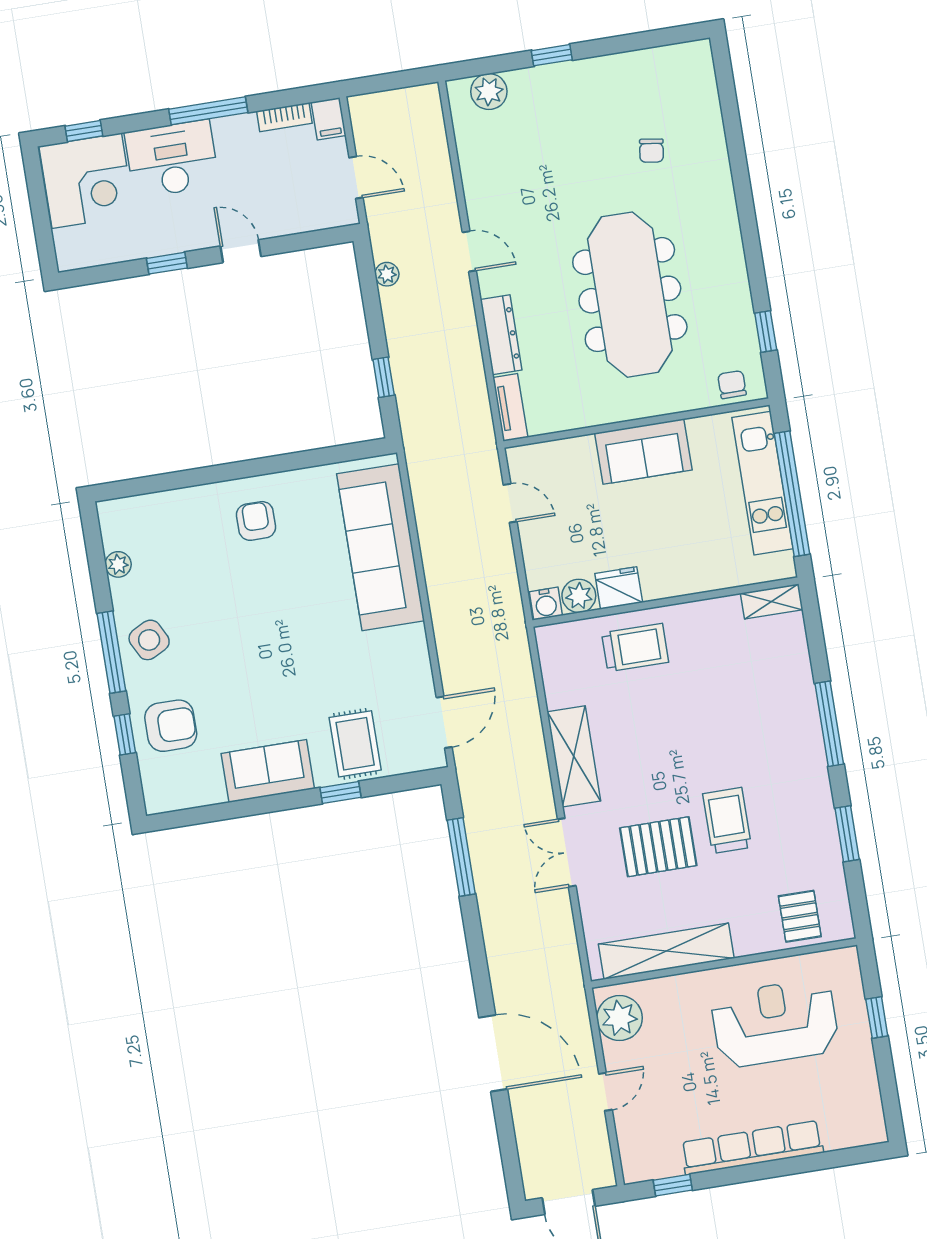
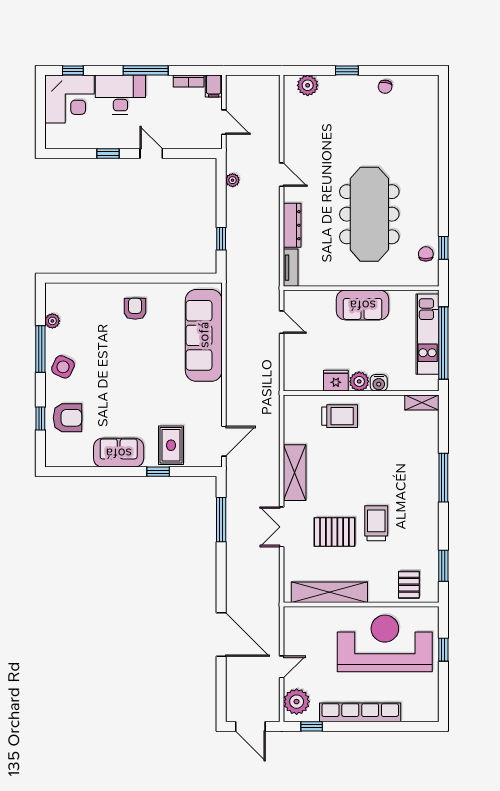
chair: (651, 151) -> (385, 87), moved
chair: (732, 385) -> (426, 254), moved
plant: (579, 596) -> (359, 381), moved
water cooler: (546, 604) -> (379, 383), moved
side table: (149, 640) -> (63, 367), turned -38
window: (111, 652) -> (40, 349), moved
window: (847, 834) -> (443, 566), moved
plant: (620, 1018) -> (297, 702), moved
reception desk: (775, 1023) -> (385, 643), width x1.36, depth x1.30

